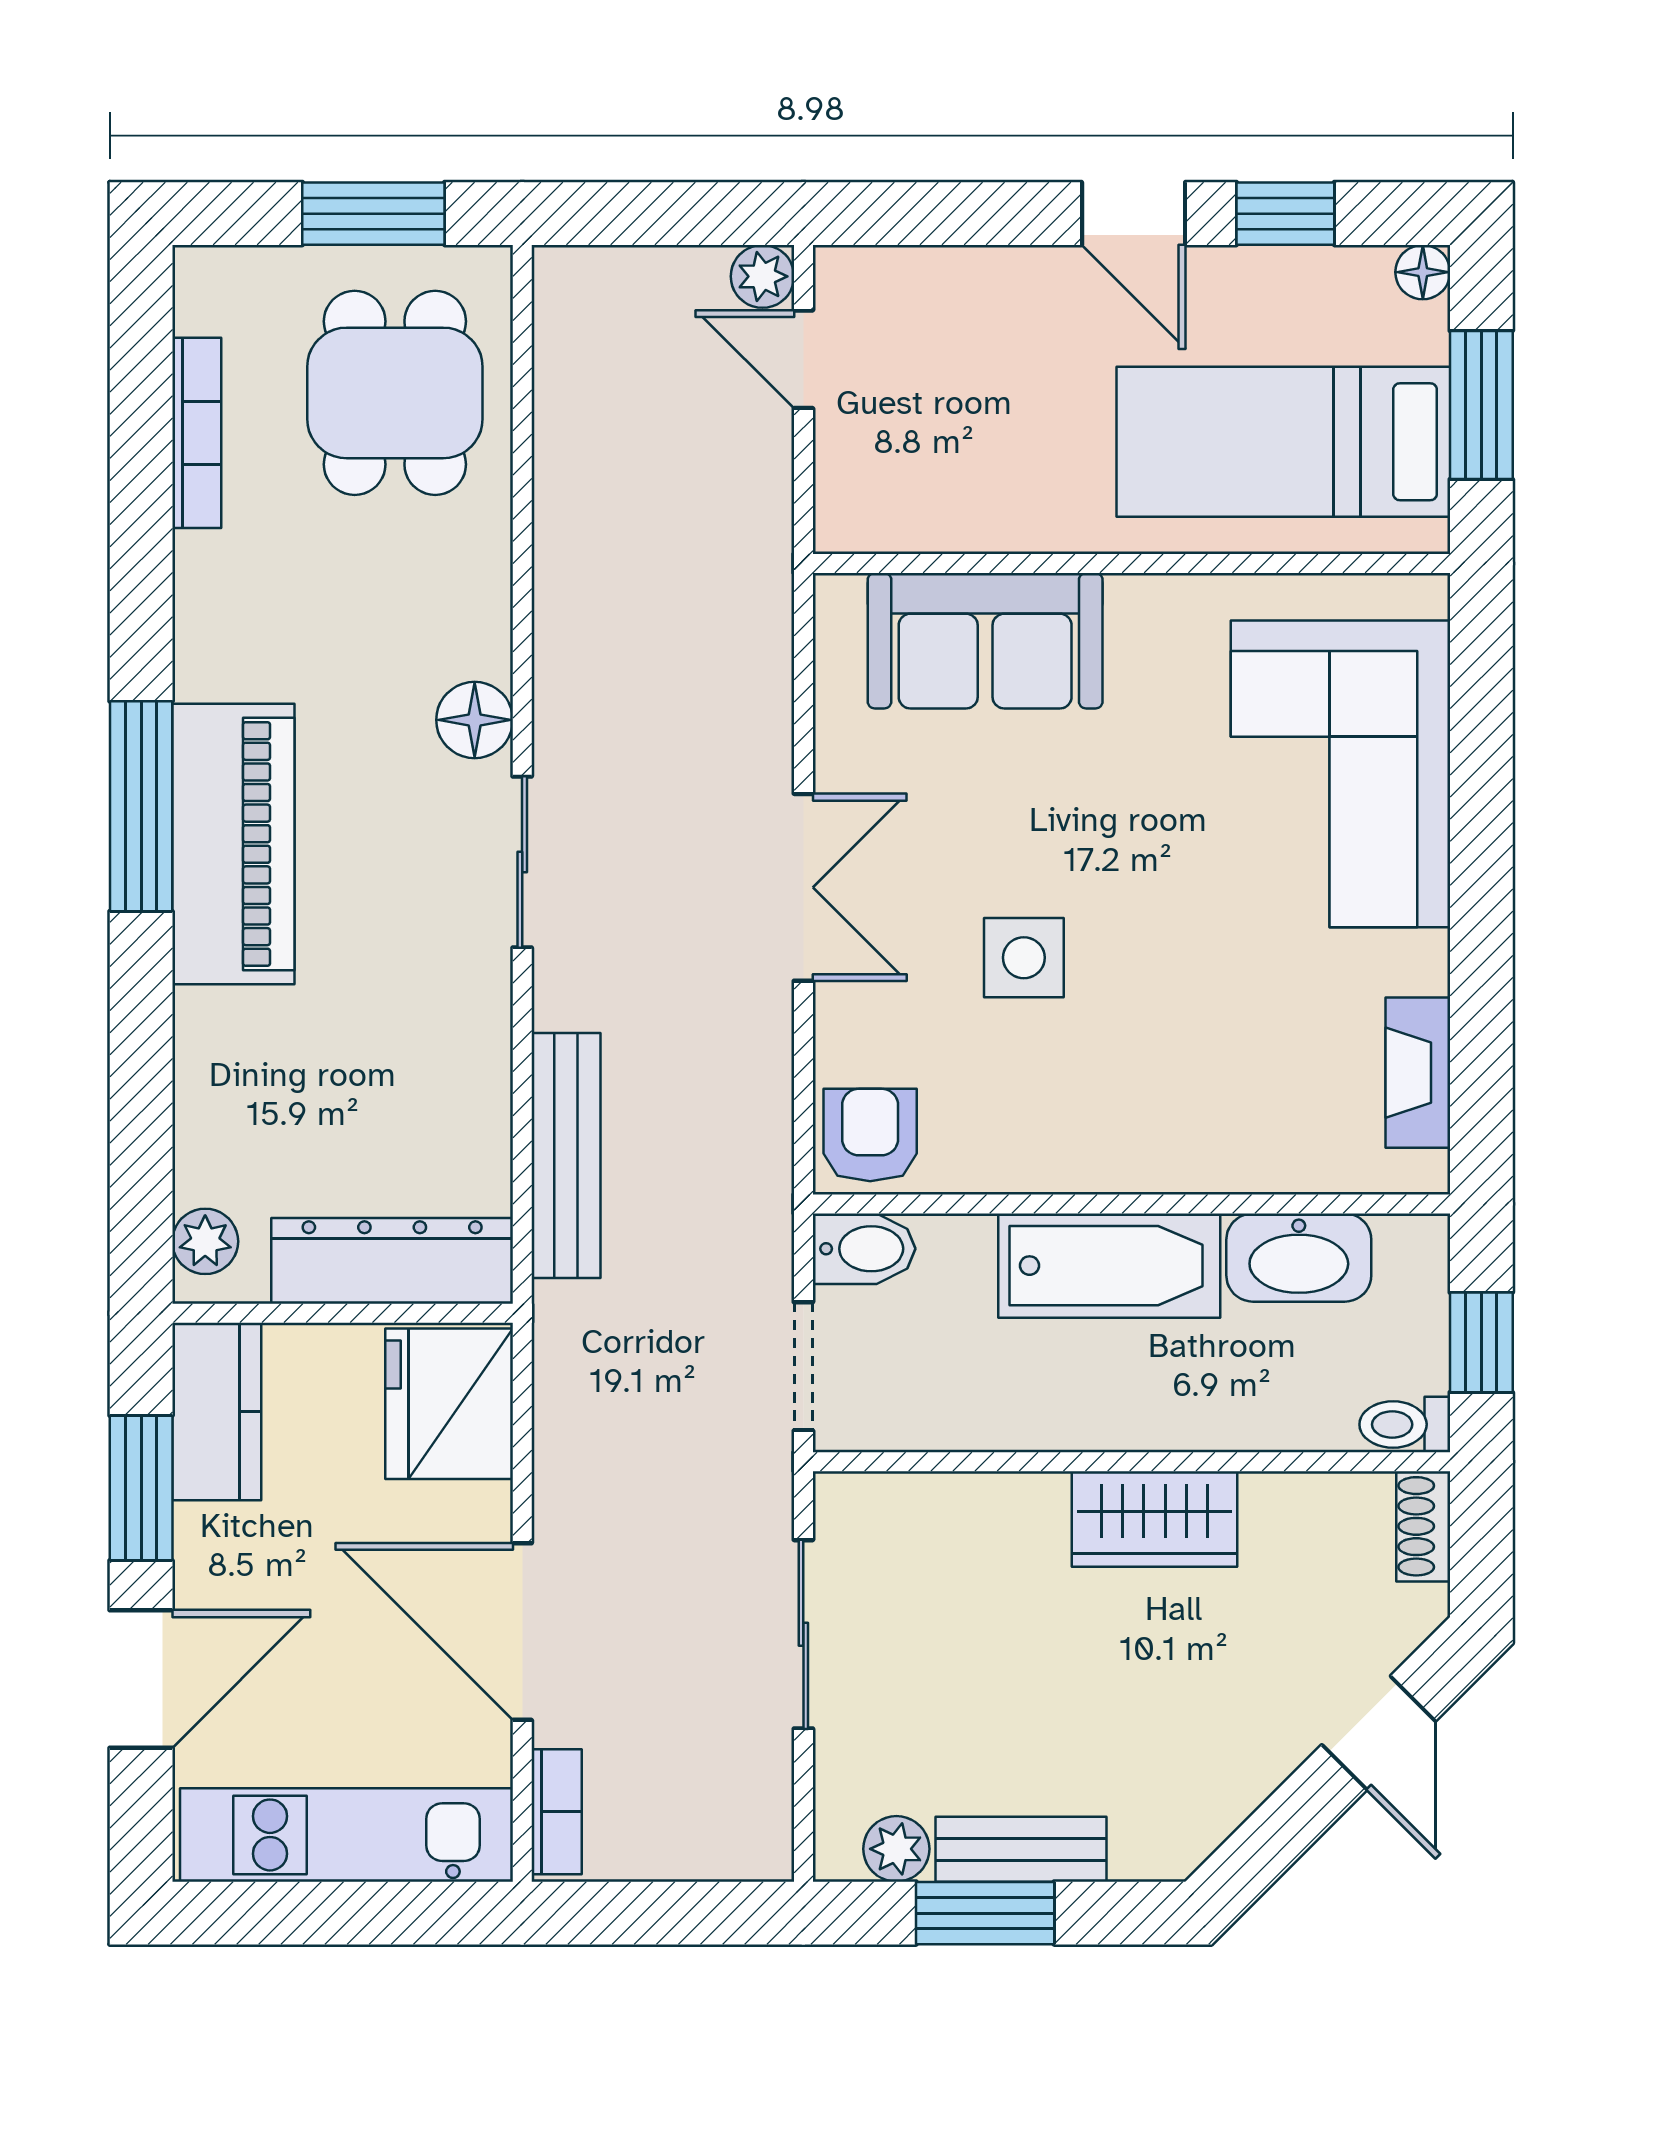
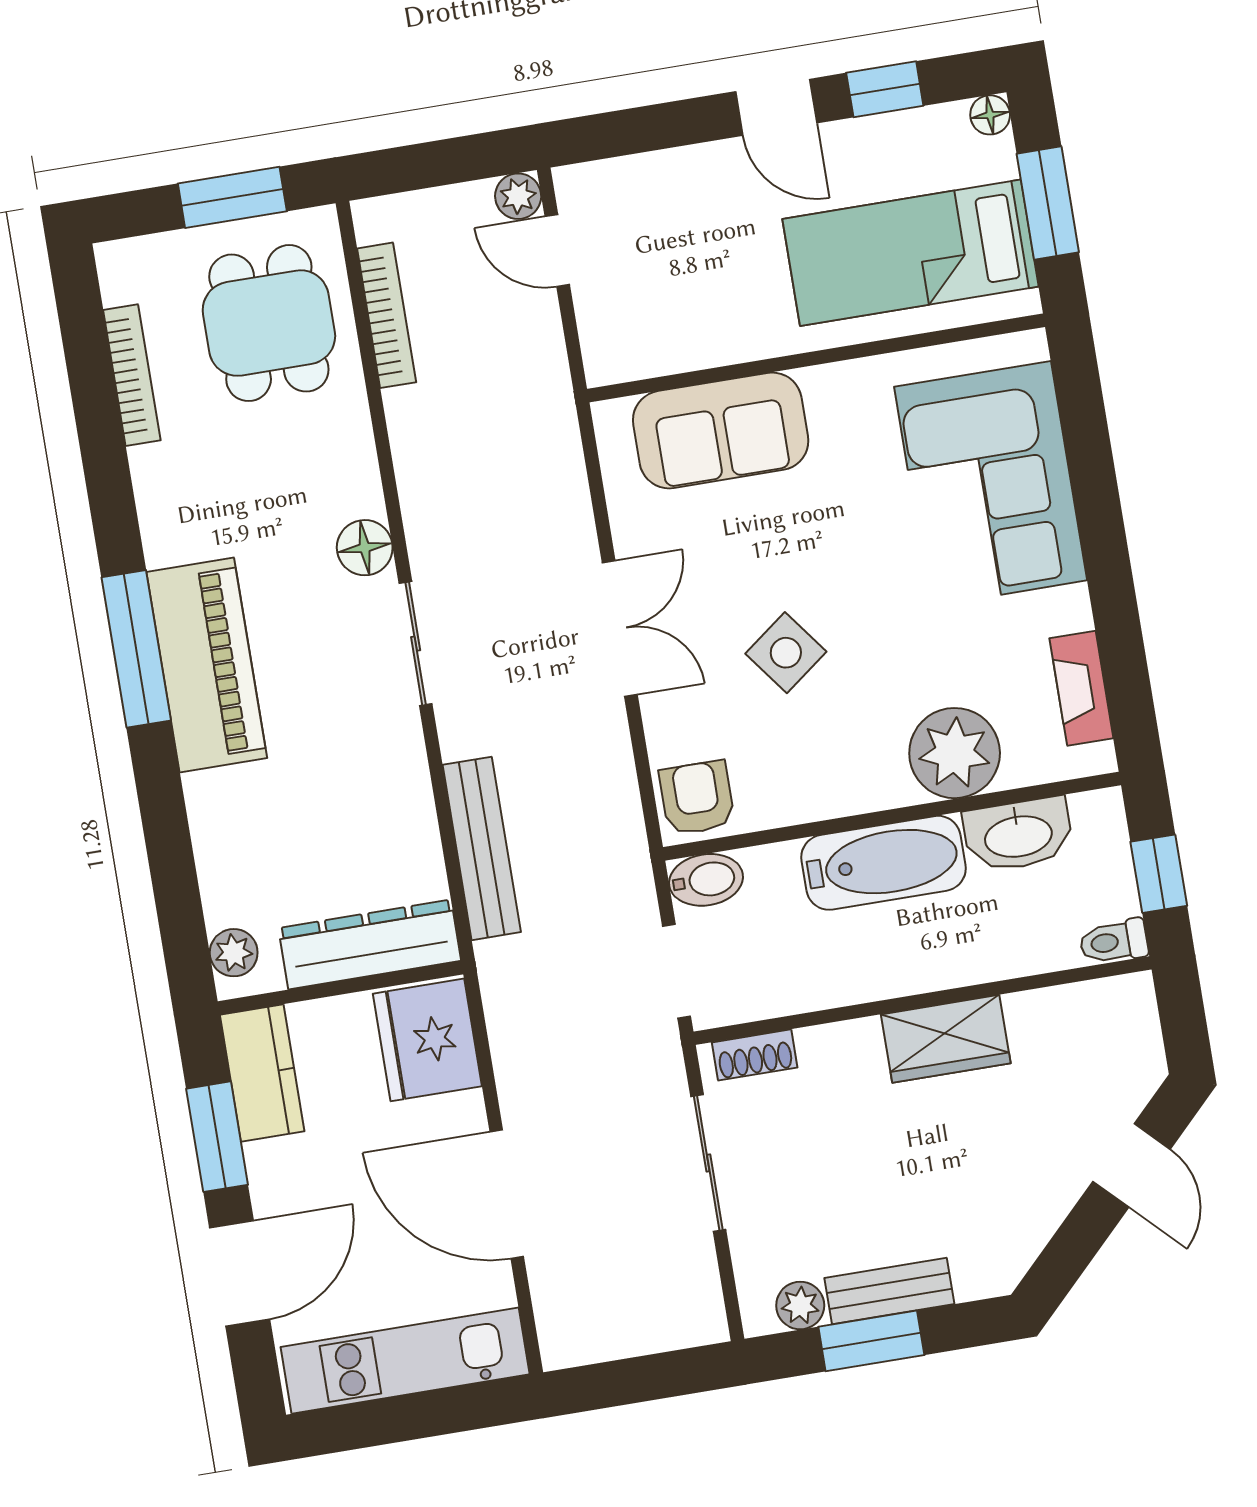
side table: (1024, 958) -> (786, 653), turned -37
plant: (1231, 1132) -> (955, 753), added
shoe rack: (1423, 1526) -> (755, 1055), moved, turned -90
bookcase: (557, 1812) -> (387, 315), moved, width x1.56

